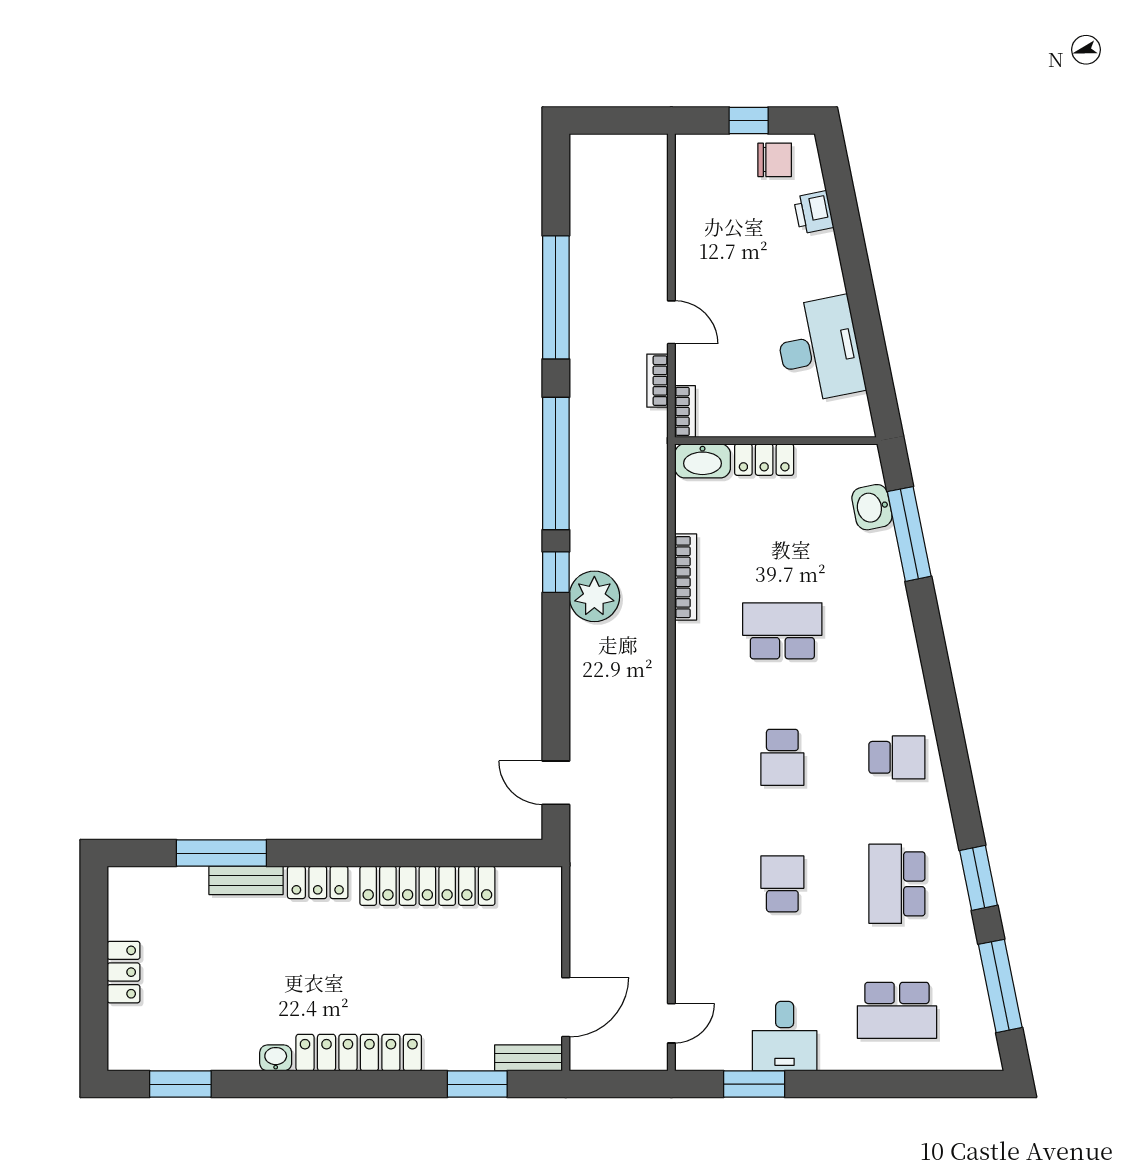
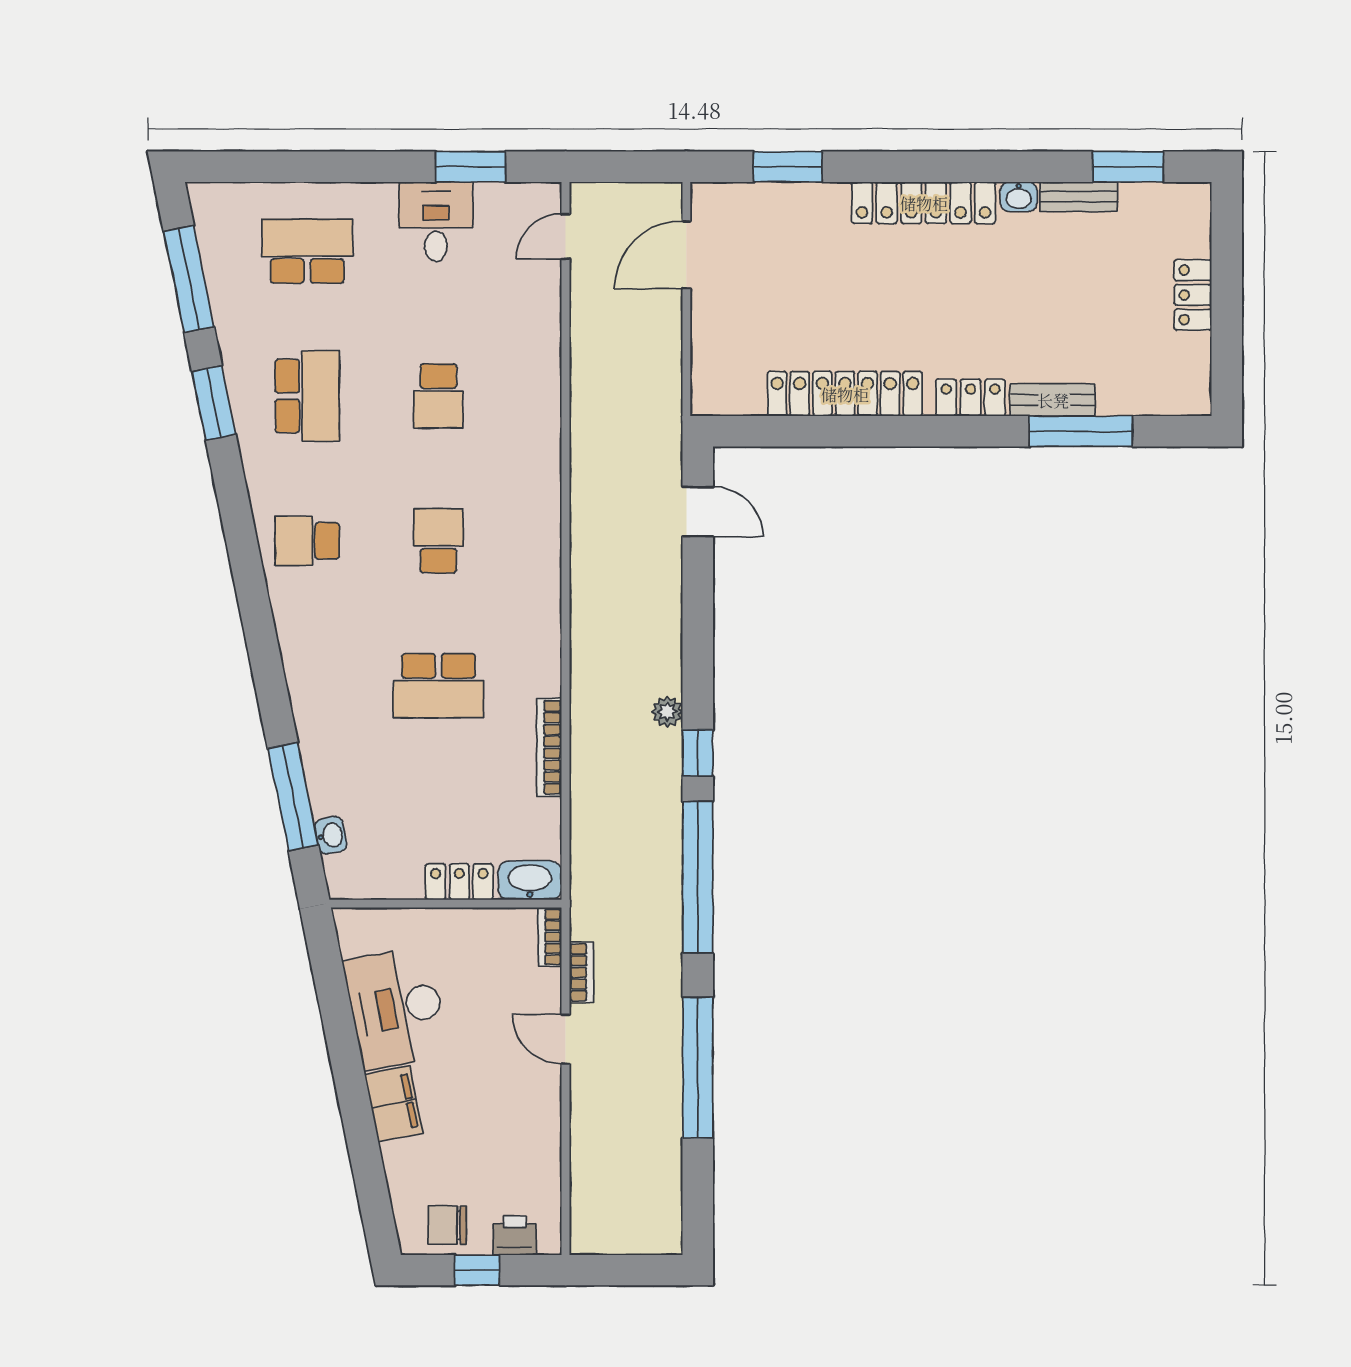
printer: (814, 212) -> (515, 1235), moved, turned -79
filing cabinet: (821, 266) -> (394, 1104), added
washbasin: (872, 507) -> (331, 835), width x0.72, depth x0.69
plant: (594, 596) -> (667, 712), width x0.53, depth x0.53
bench: (529, 1058) -> (1079, 197), moved

